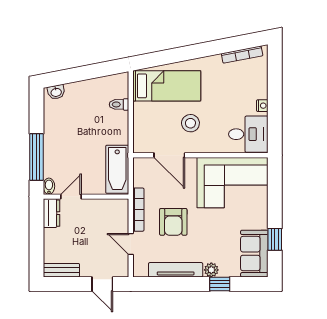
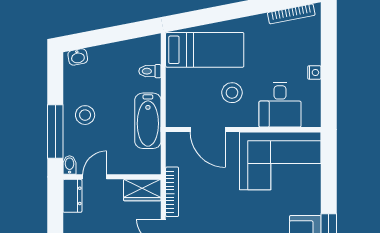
desk: (248, 134) -> (280, 105), moved, turned 90
stool: (62, 143) -> (85, 115), added
bathtub: (117, 169) -> (148, 121), moved
wardrobe: (112, 208) -> (142, 190), added
armchair: (173, 222) -> (212, 206), removed

